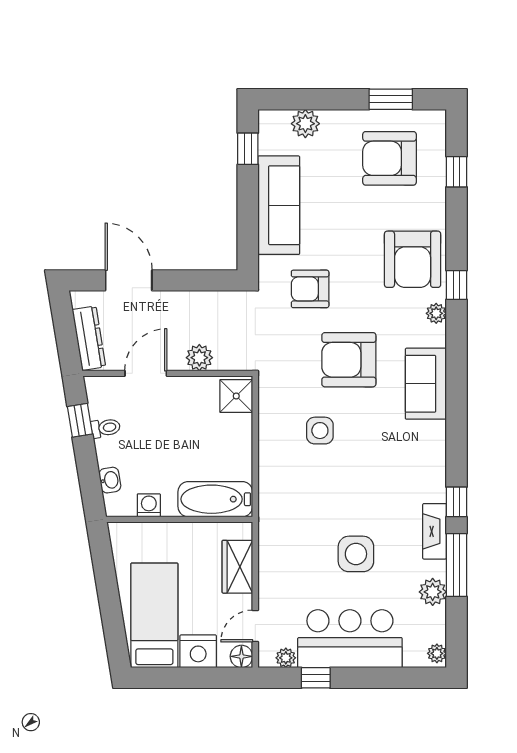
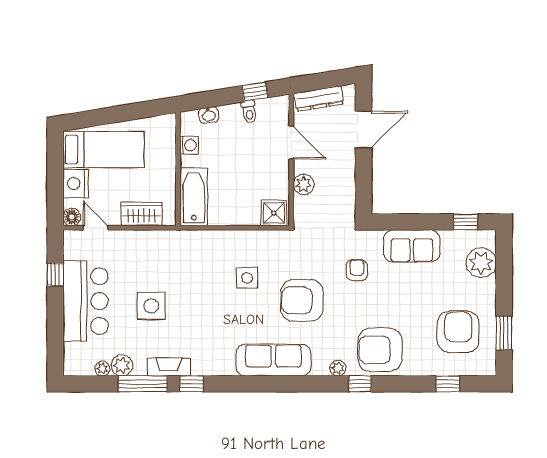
plant: (305, 124) -> (481, 263), width x1.36, depth x1.36
sofa: (279, 205) -> (412, 246), width x0.73
armchair: (310, 289) -> (357, 270), width x0.72, depth x0.72
armchair: (349, 360) -> (302, 300), turned -90
sofa: (426, 384) -> (273, 360), width x1.36
plant: (437, 653) -> (102, 369), moved
plant: (286, 658) -> (71, 251), removed

